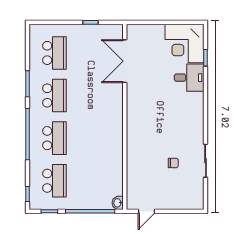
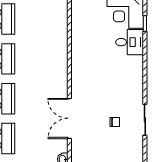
double door: (125, 61) -> (69, 118), moved

